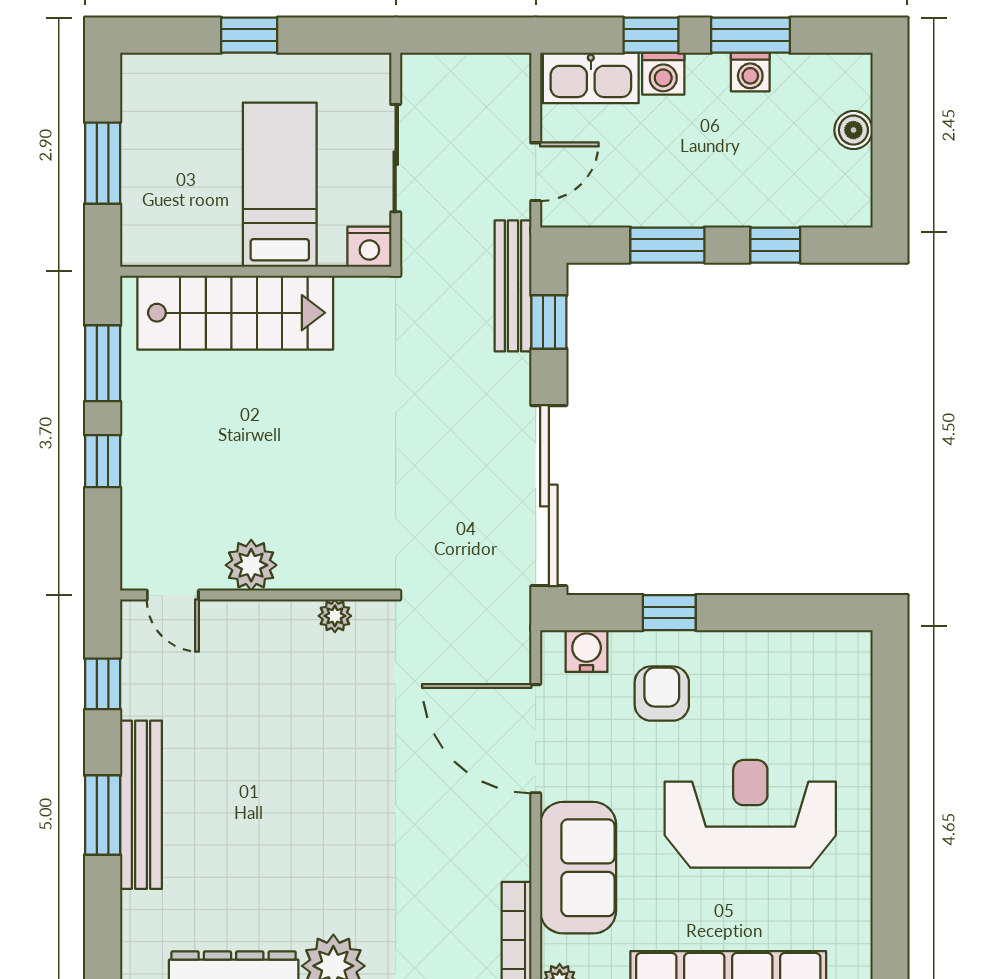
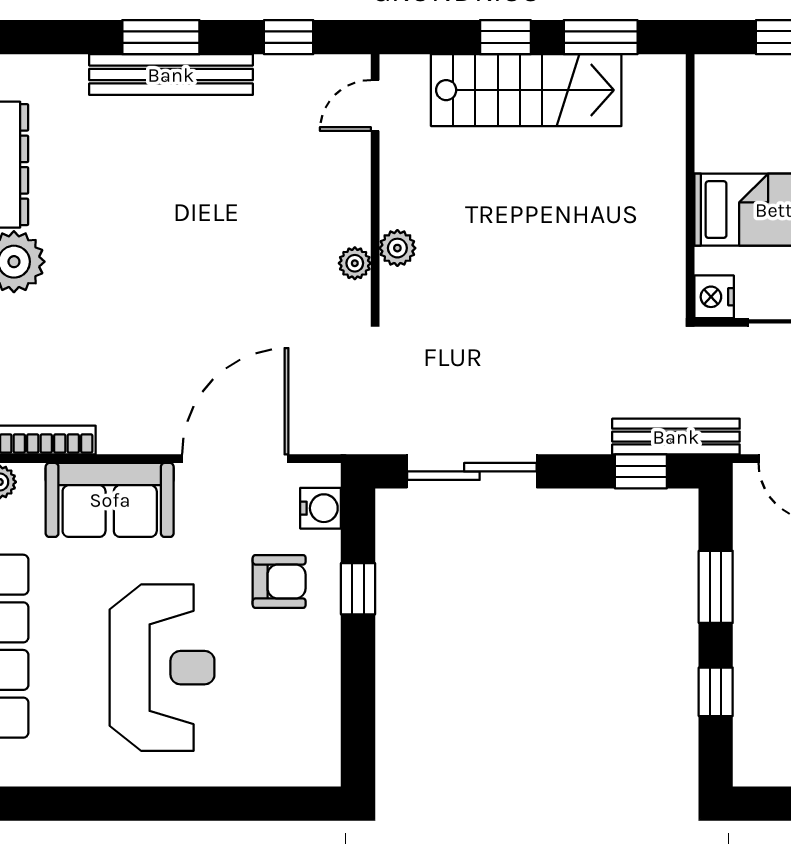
stairs: (235, 313) -> (526, 90), moved, turned -90
sliding door: (549, 496) -> (472, 471), width x0.73
plant: (251, 565) -> (397, 248), moved, width x0.73, depth x0.73

